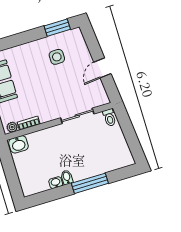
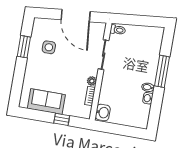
window: (57, 28) -> (24, 47), moved
door: (102, 68) -> (76, 16), width x1.88
plant: (12, 127) -> (92, 81), moved

